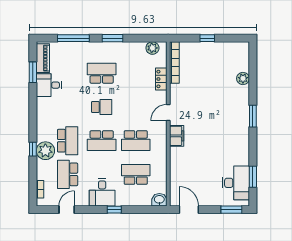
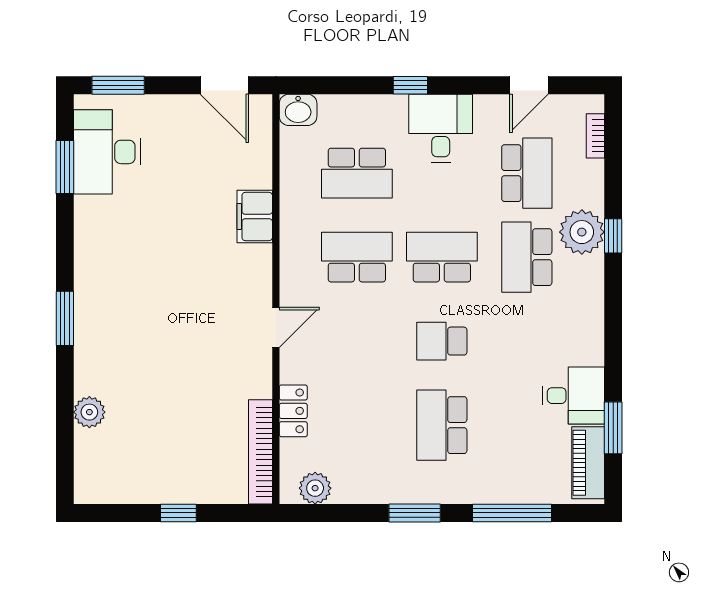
school desk: (102, 73) -> (442, 425), turned 90
filing cabinet: (177, 136) -> (255, 217), moved

